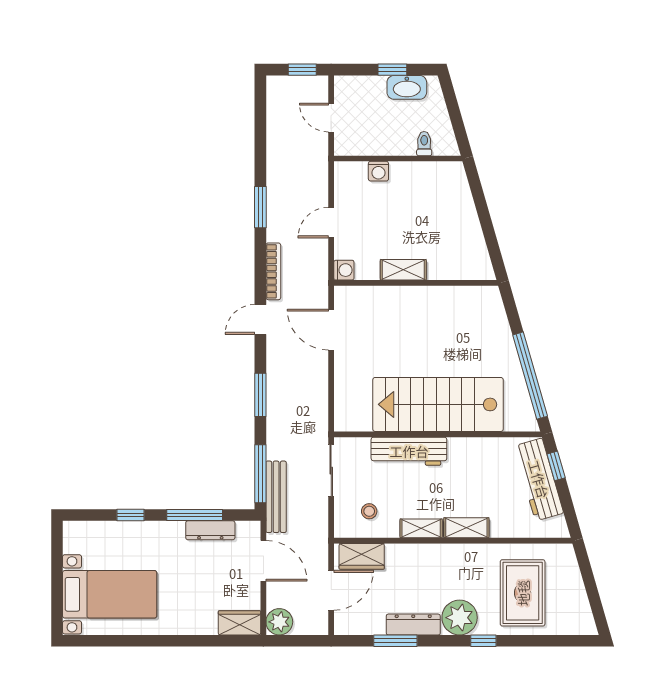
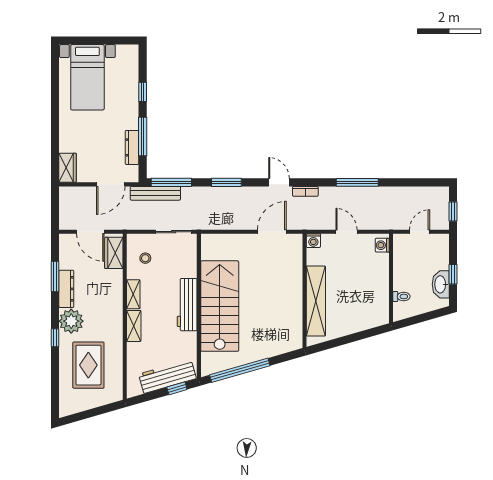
washing machine: (378, 171) -> (382, 245), moved
window: (260, 207) -> (357, 182), width x1.44
shelving: (403, 270) -> (316, 301), width x2.20, depth x1.33
bookcase: (273, 271) -> (305, 191), width x0.64
workbench: (409, 451) -> (187, 305), moved
rug: (523, 593) -> (88, 365), turned 90
plant: (279, 622) -> (68, 196), removed

